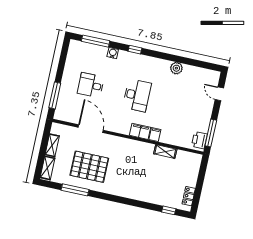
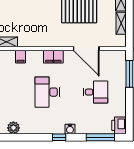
printer: (75, 49) -> (119, 125), added
water cooler: (113, 53) -> (70, 129), moved
filing cabinet: (140, 131) -> (53, 57), moved

